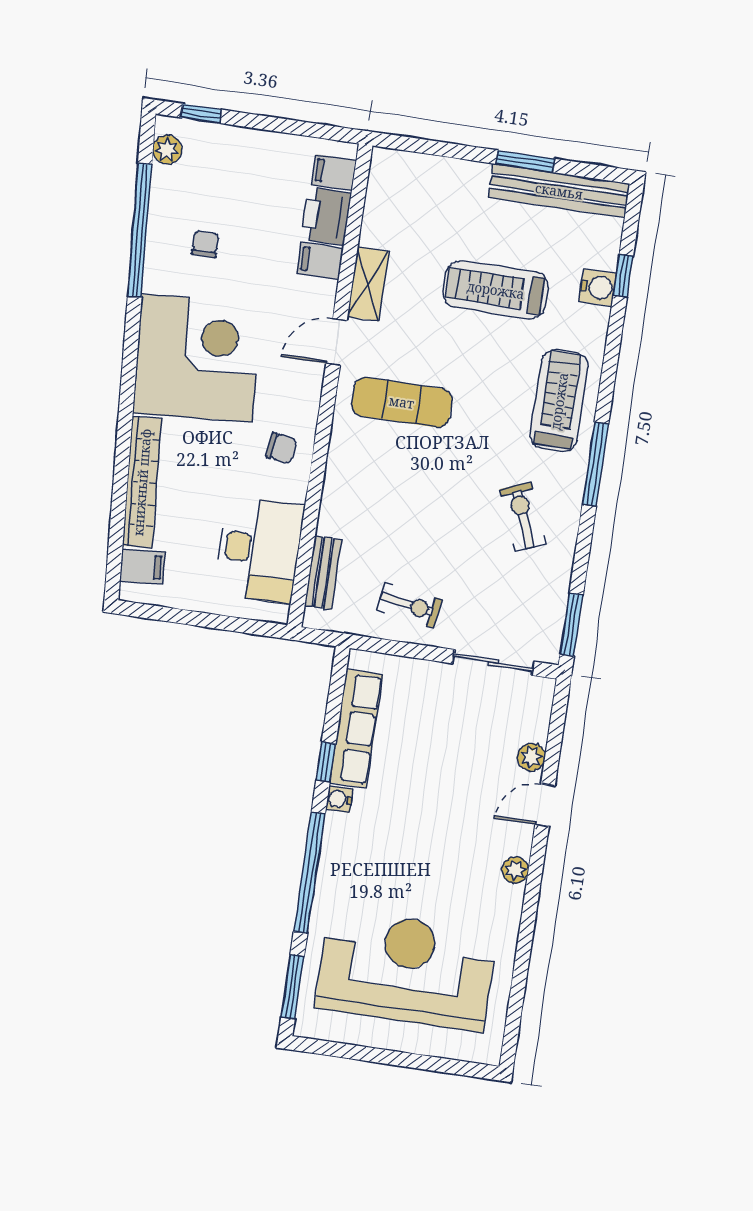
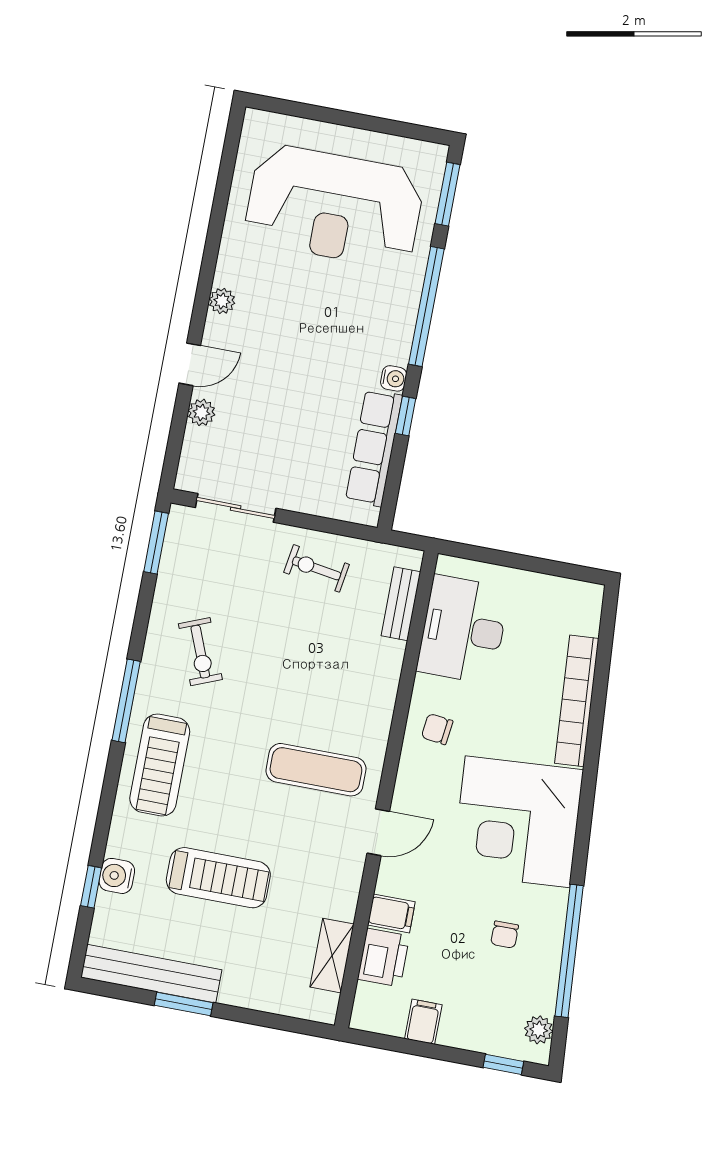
filing cabinet: (334, 172) -> (423, 1022), moved, turned -90
shelving: (368, 284) -> (332, 956), moved
filing cabinet: (143, 566) -> (580, 617), removed

